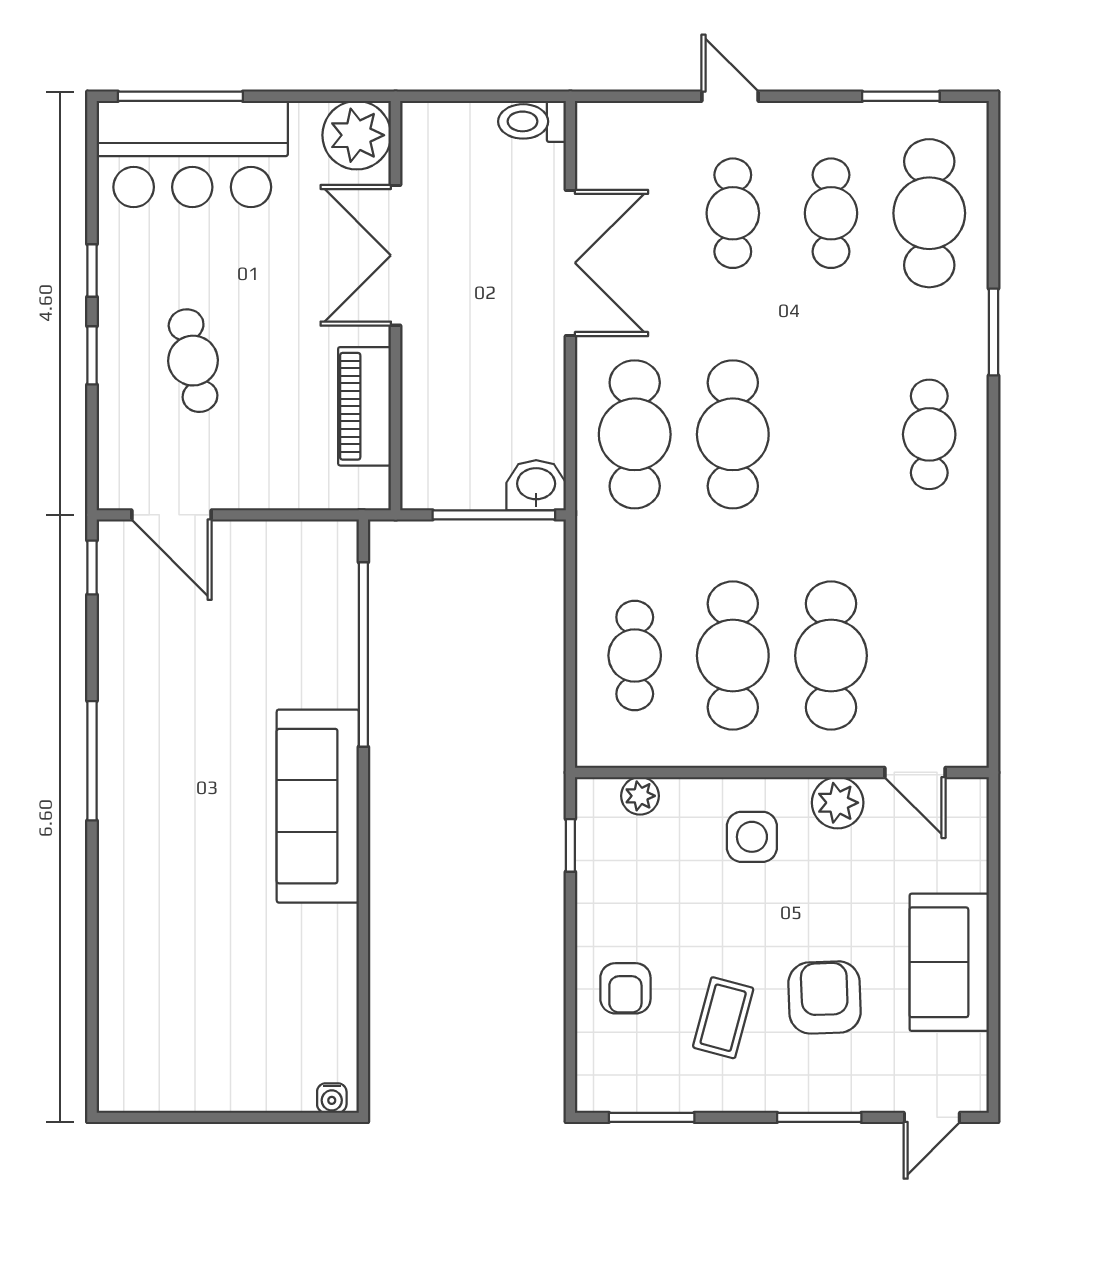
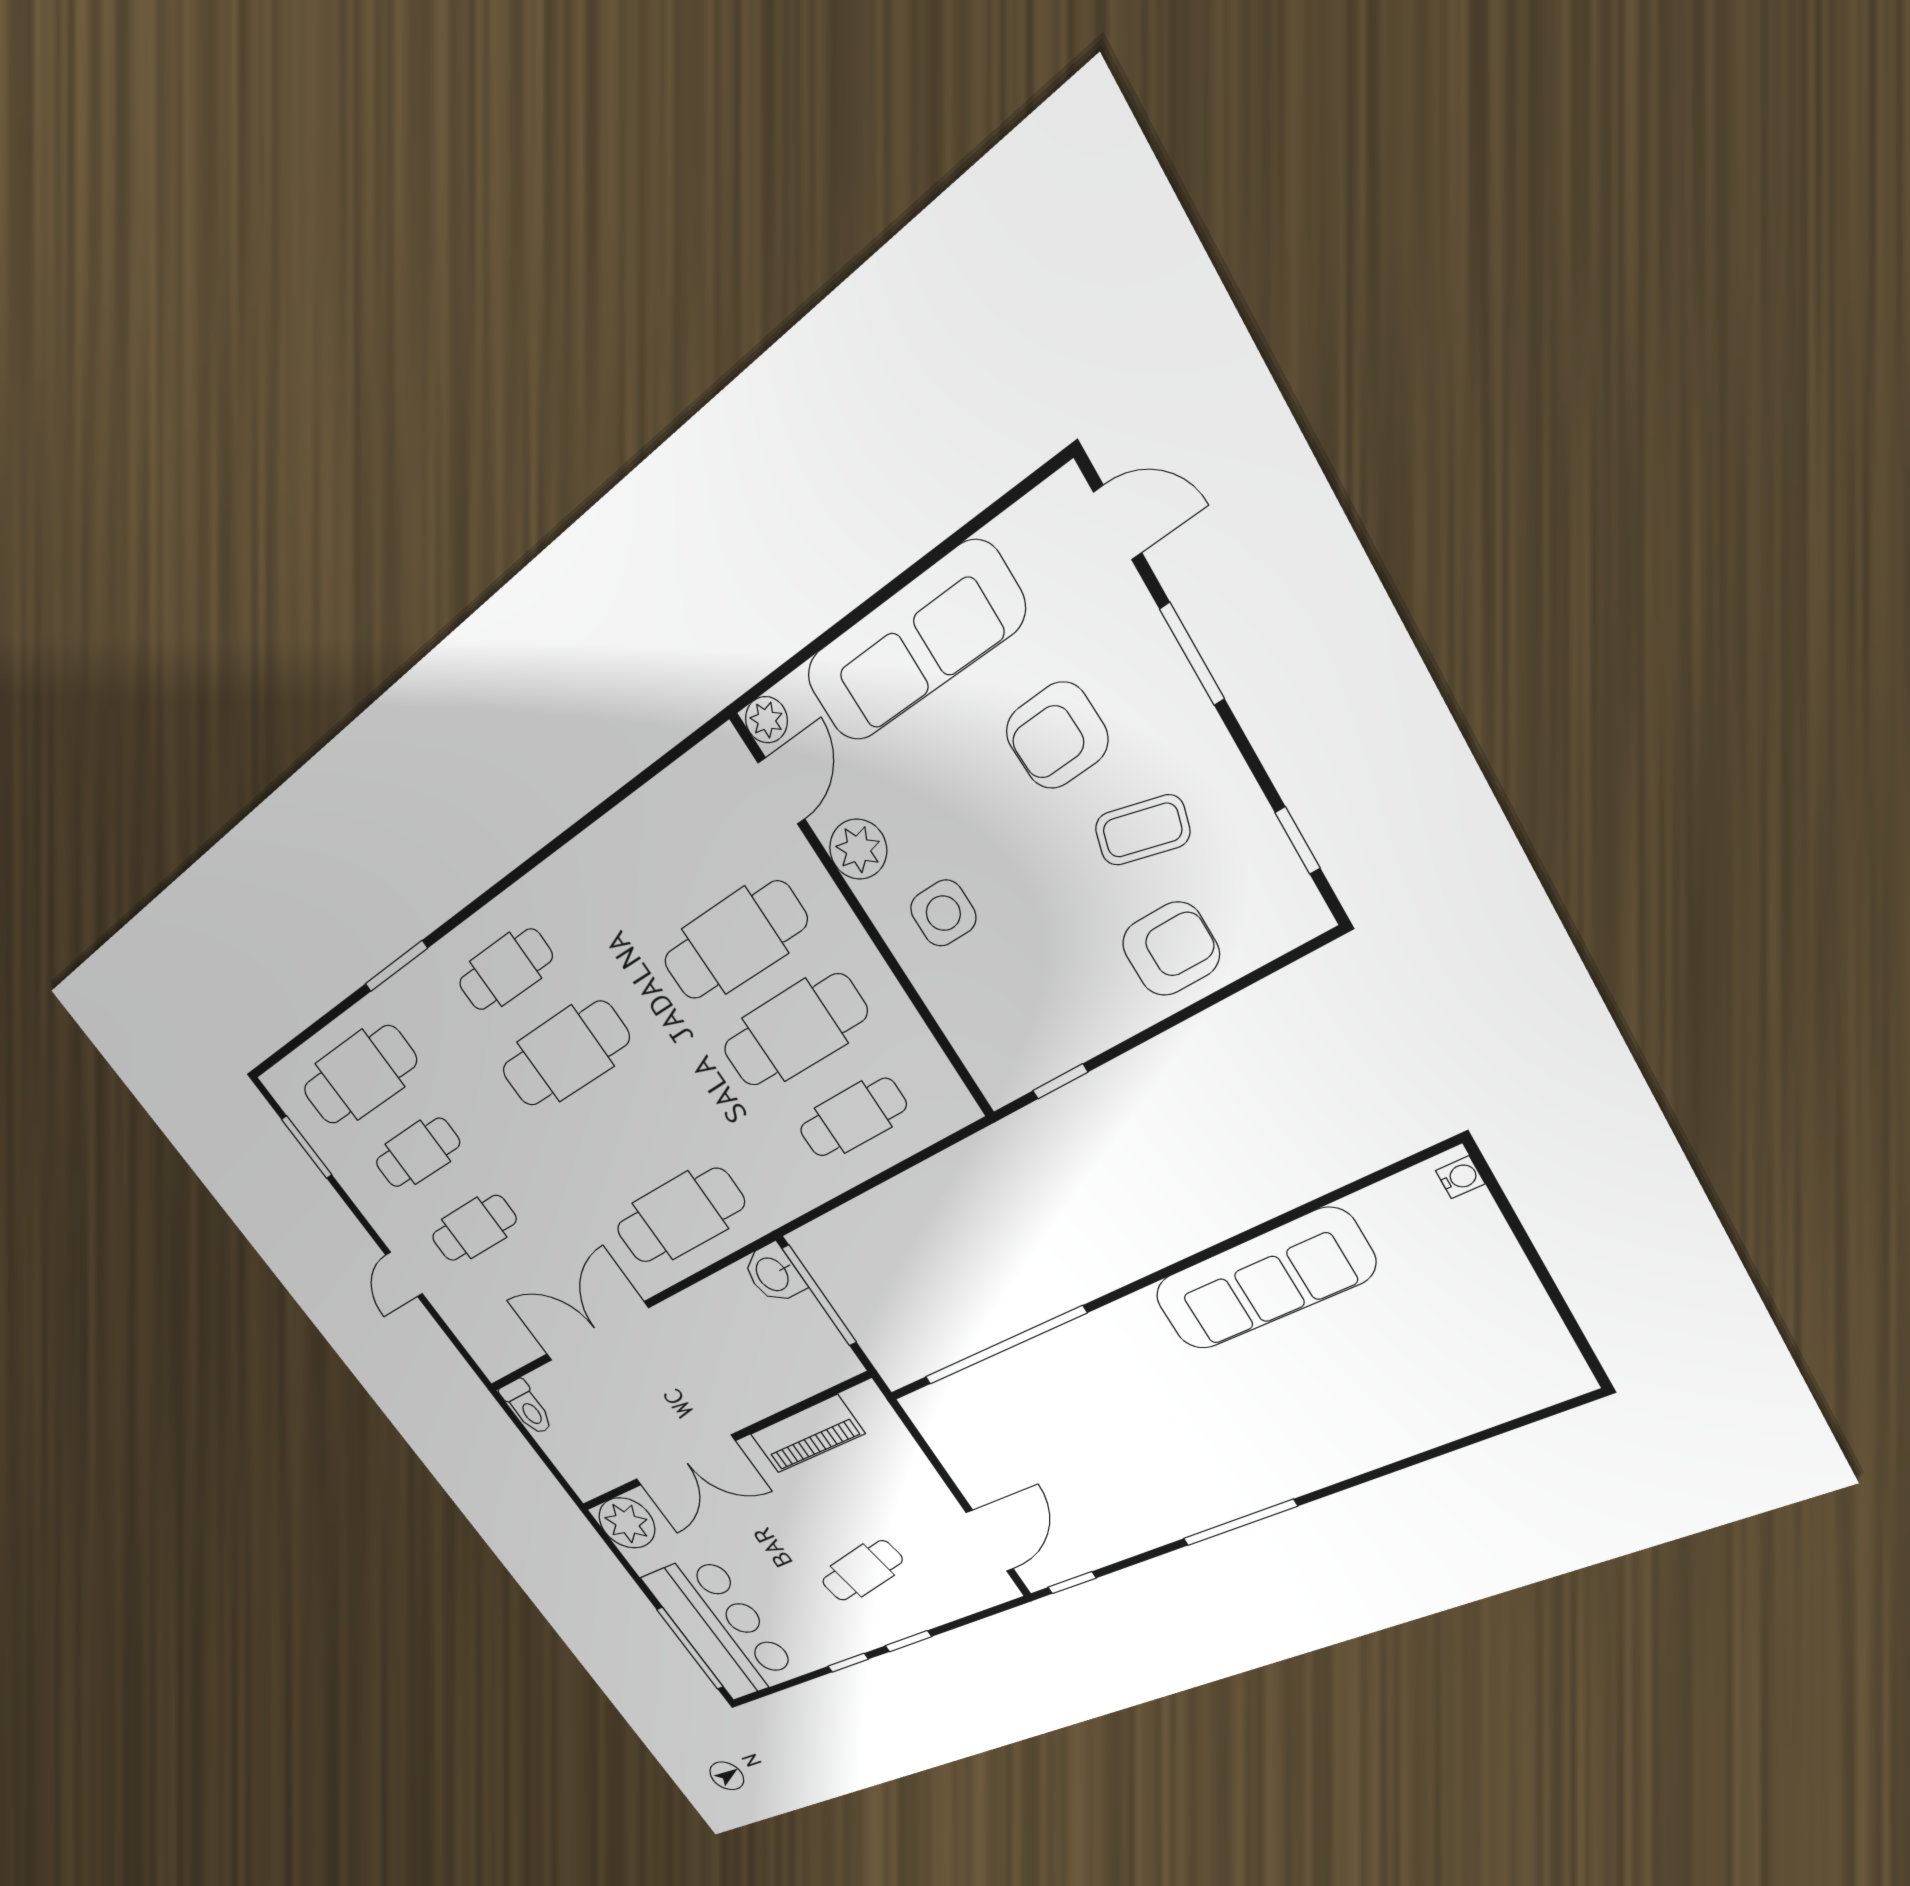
cafe table: (733, 434) -> (565, 1054), moved
plant: (640, 796) -> (766, 720), moved
sofa: (318, 806) -> (1264, 1280), moved
sofa: (949, 962) -> (914, 643), width x1.36
armchair: (625, 988) -> (1171, 949), width x1.38, depth x1.38
window: (652, 1117) -> (1298, 840), width x0.67

